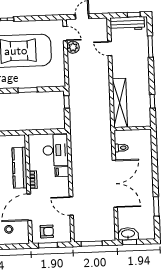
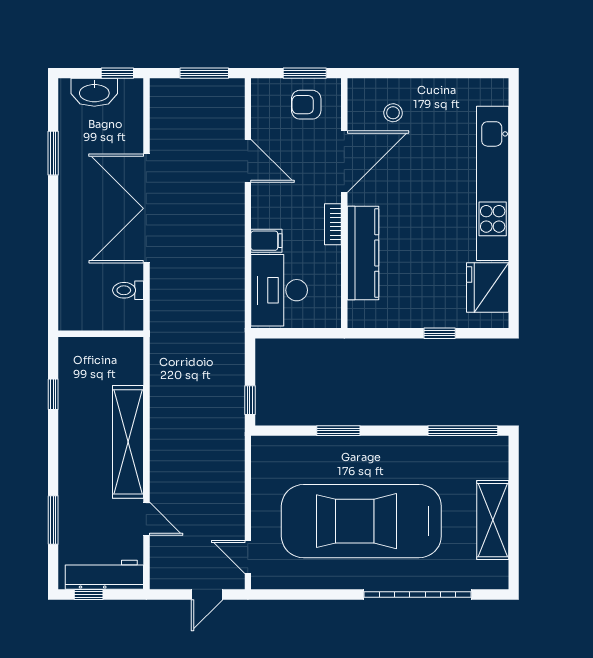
plant: (73, 47) -> (231, 525), removed
shelving: (120, 103) -> (128, 442), moved
washbasin: (128, 234) -> (94, 92), moved

